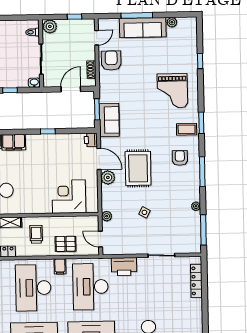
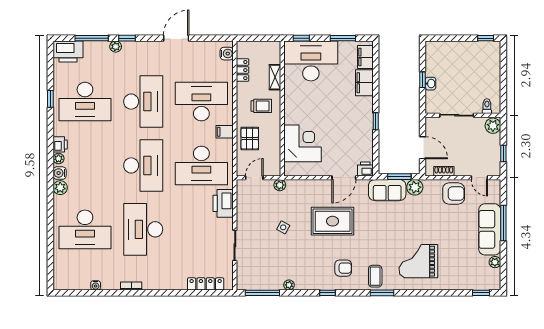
window: (200, 61) -> (481, 293), moved
washbasin: (34, 83) -> (430, 84), moved
window: (202, 172) -> (328, 293), width x0.46
plant: (108, 177) -> (415, 187), moved
desk: (90, 287) -> (201, 165), turned 180

